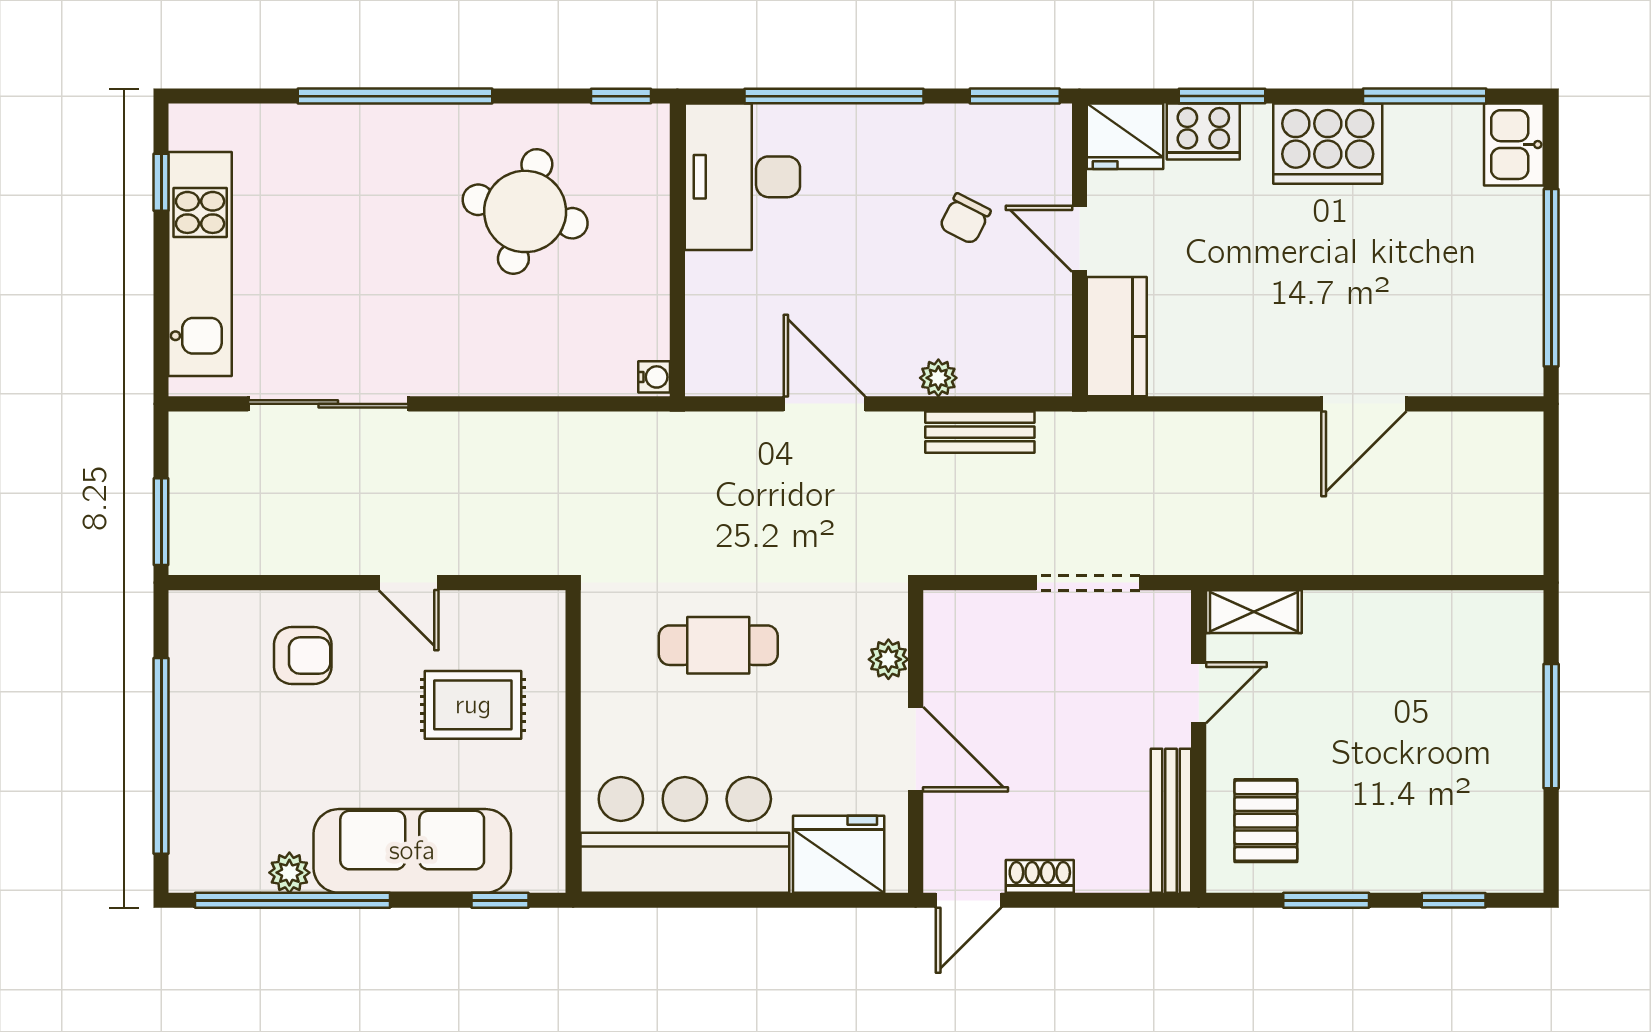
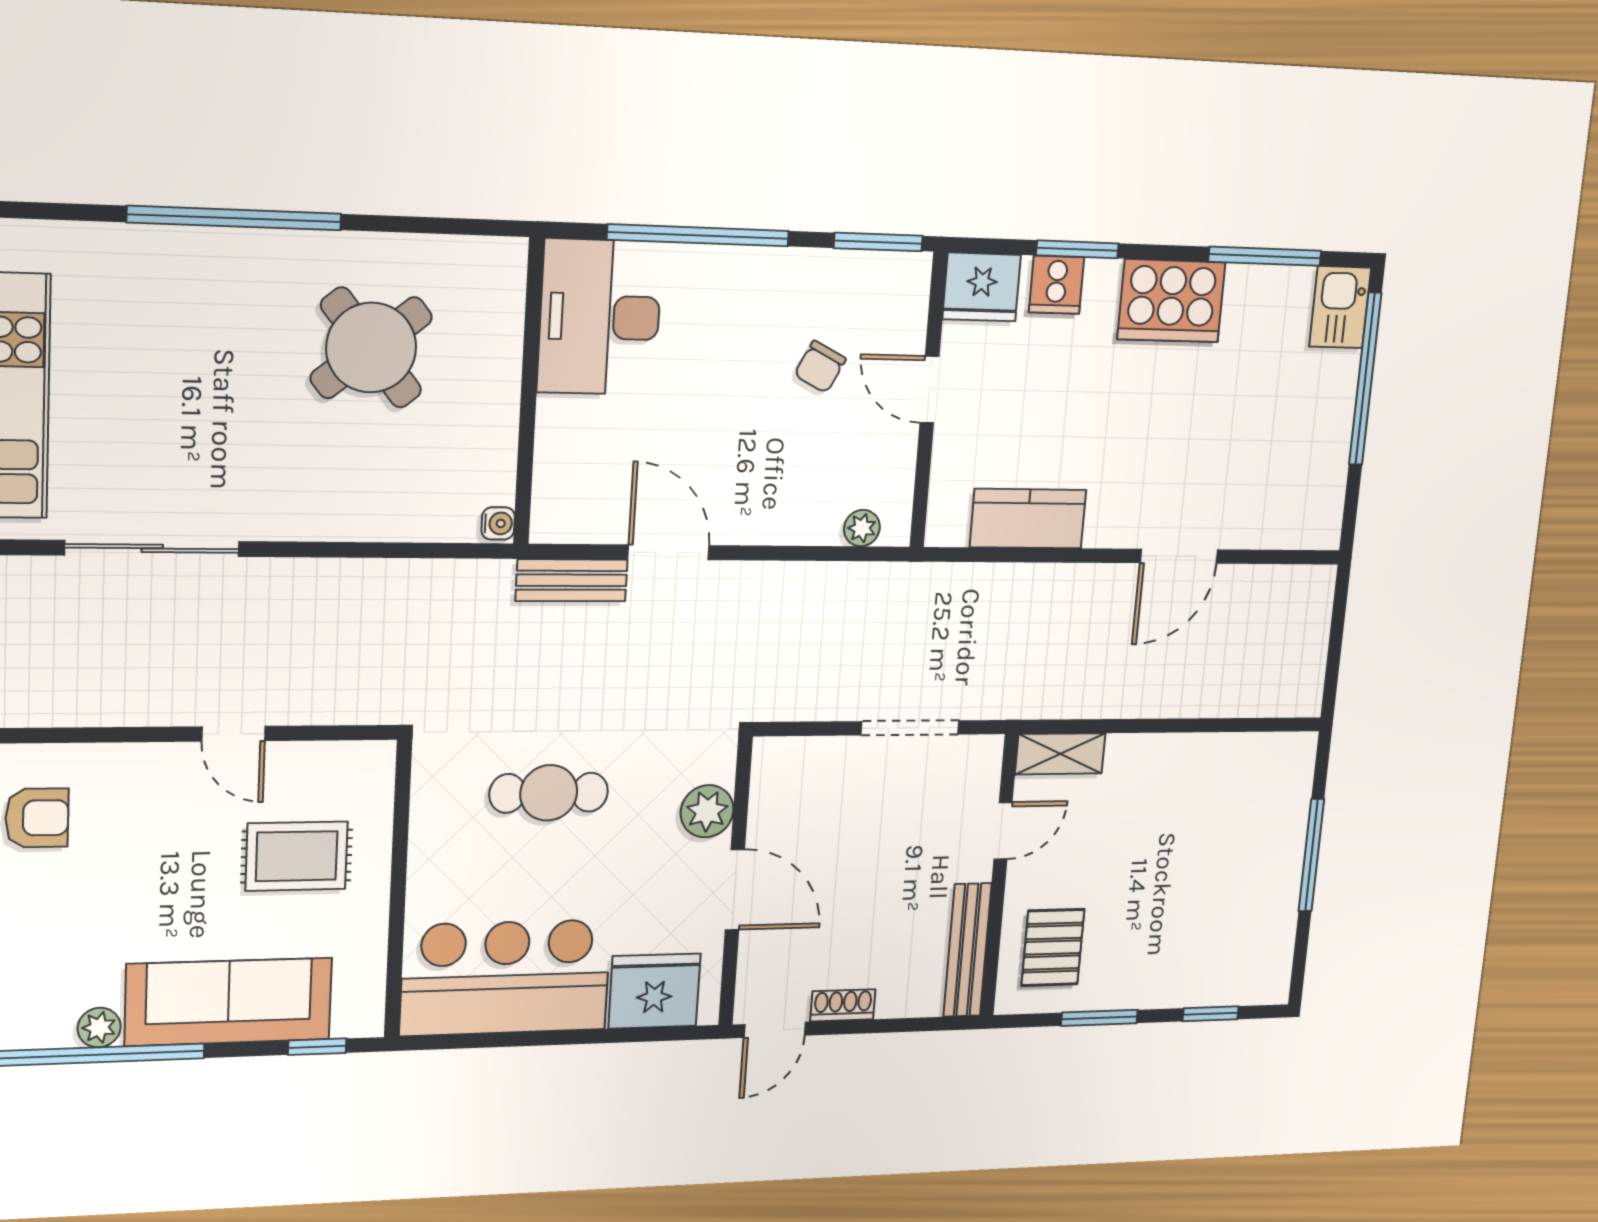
window: (621, 96) -> (478, 227), removed
cooker: (1203, 132) -> (1056, 285), width x0.73
round table: (525, 211) -> (371, 348), turned 37
window: (1551, 278) -> (1365, 379), moved
kitchen counter: (1117, 337) -> (1028, 519), moved, turned -90
plant: (938, 378) -> (862, 528), moved
bench: (980, 432) -> (572, 580), moved
armchair: (303, 656) -> (37, 818), moved
plant: (888, 659) -> (707, 811), width x1.38, depth x1.38

